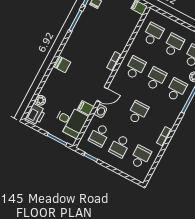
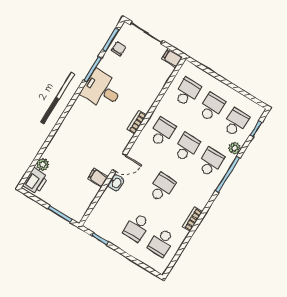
chair: (63, 65) -> (73, 122), removed
desk: (71, 121) -> (102, 90), moved, turned 180
school desk: (99, 135) -> (112, 212), removed
school desk: (140, 157) -> (161, 242), turned 180

